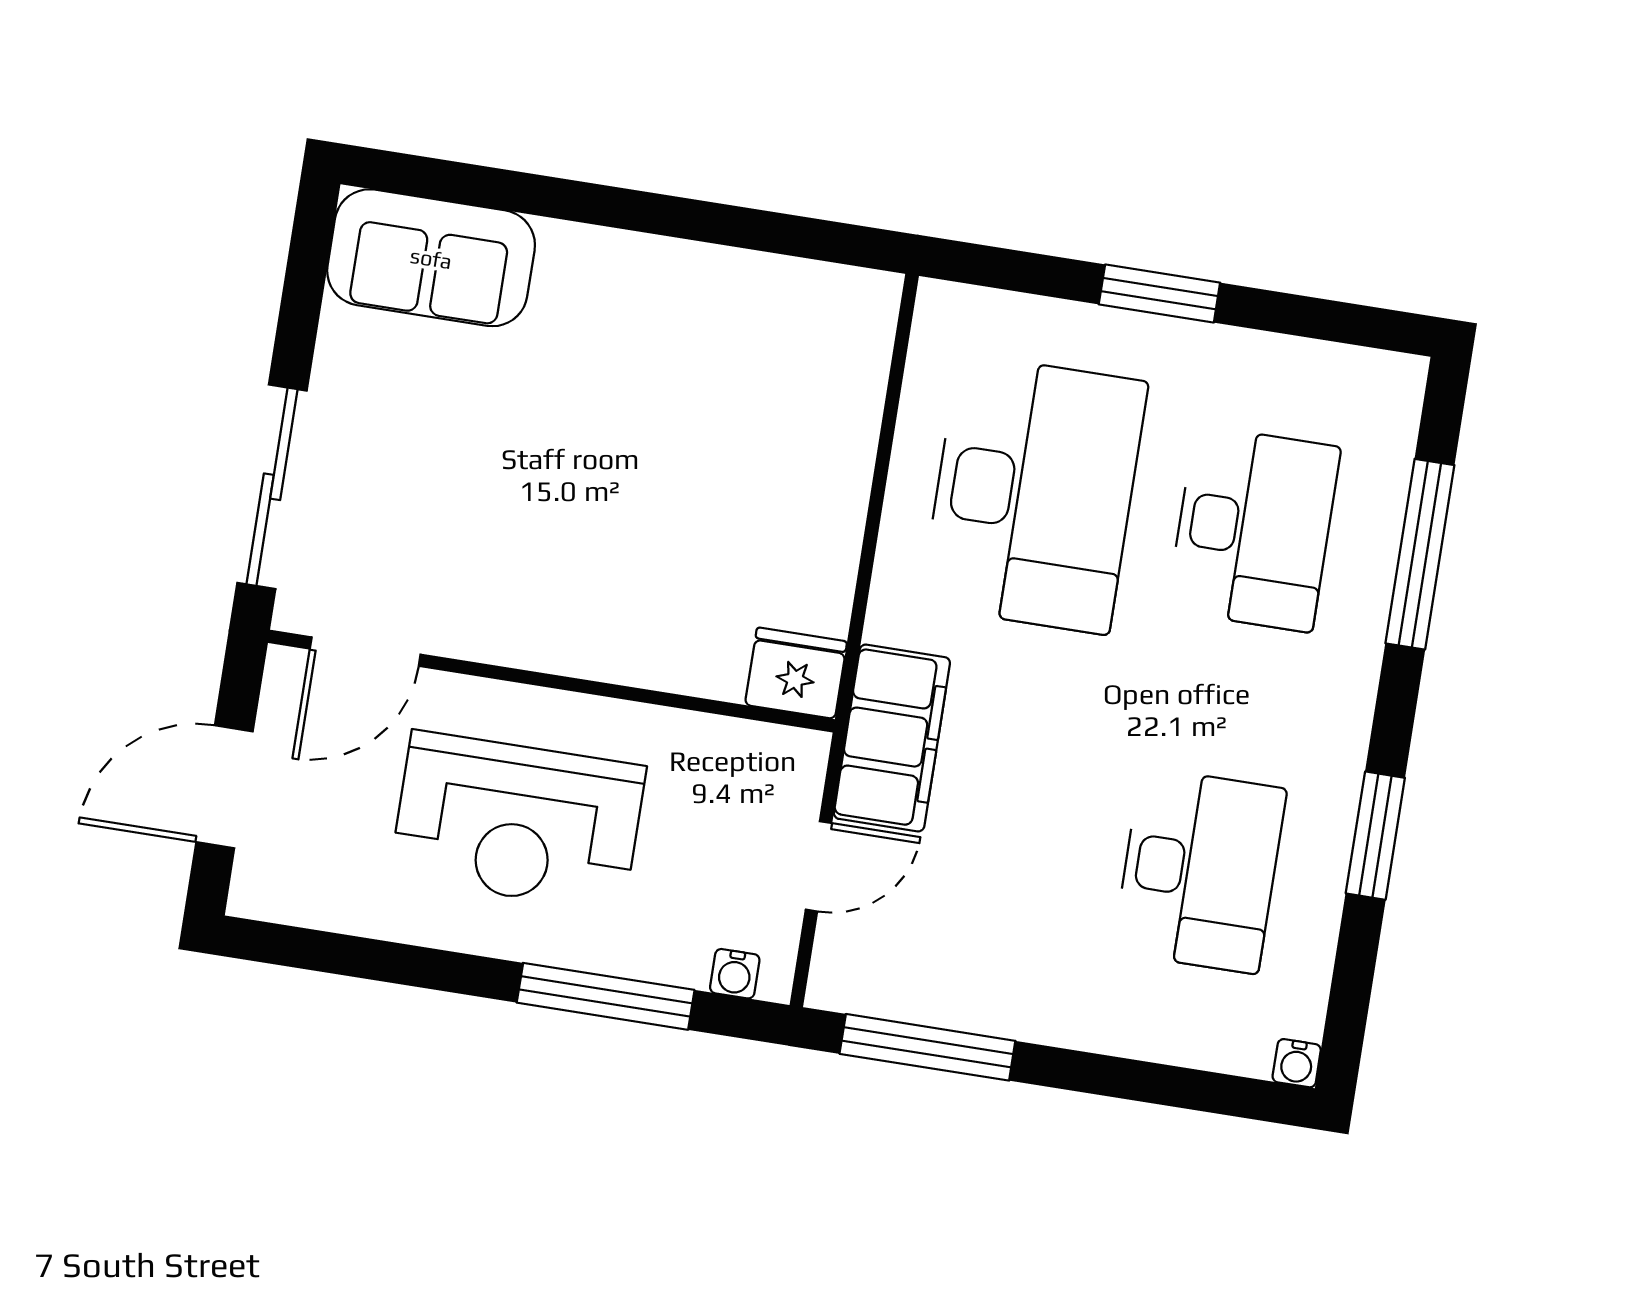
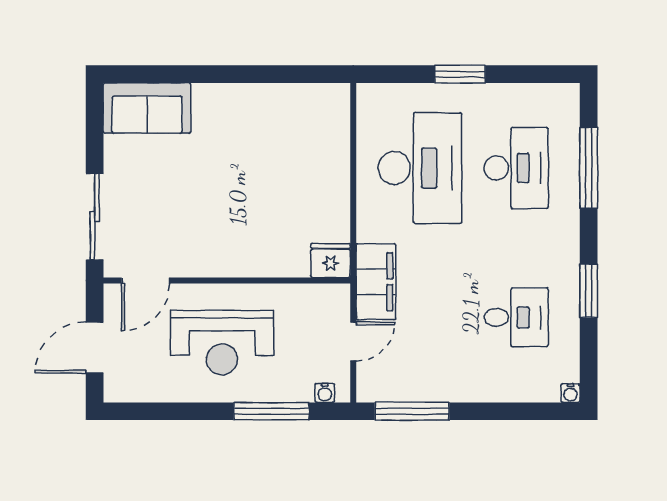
desk: (1200, 870) -> (516, 317), width x0.73

